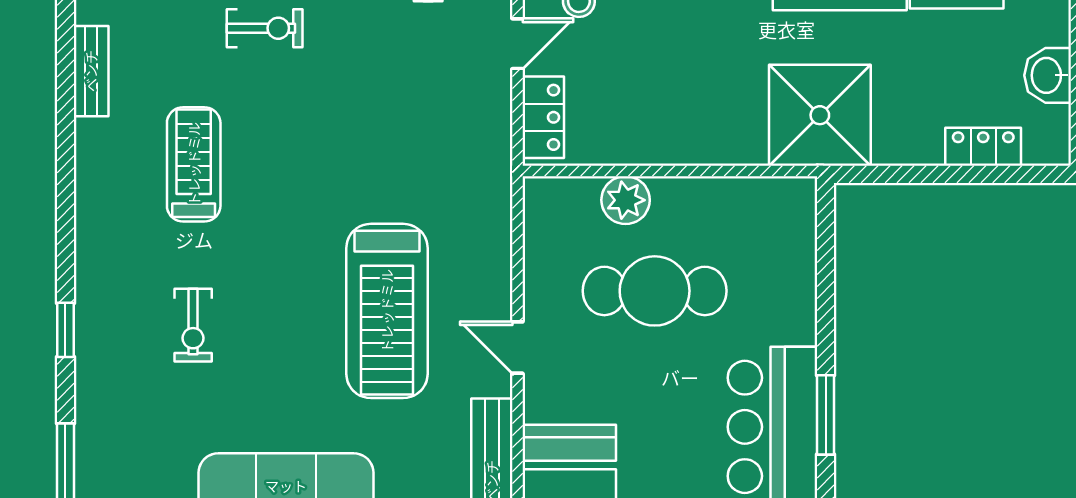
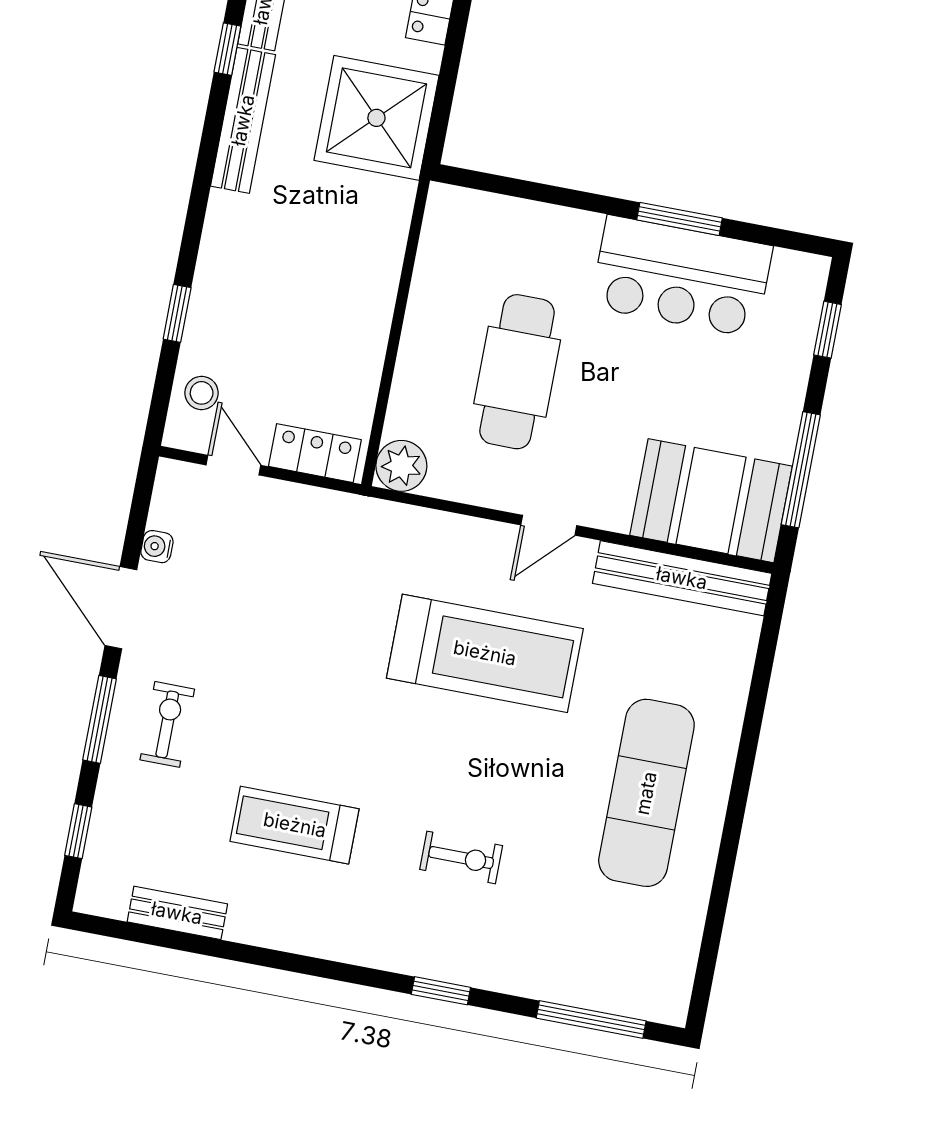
shower: (820, 115) -> (376, 118), moved
plant: (626, 200) -> (401, 466), moved

